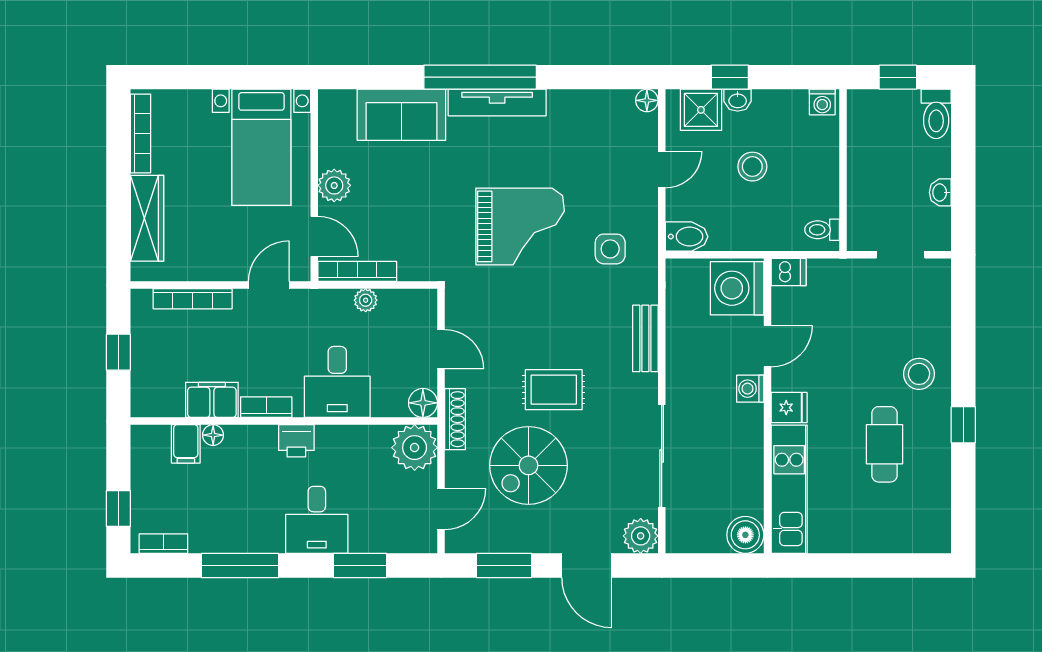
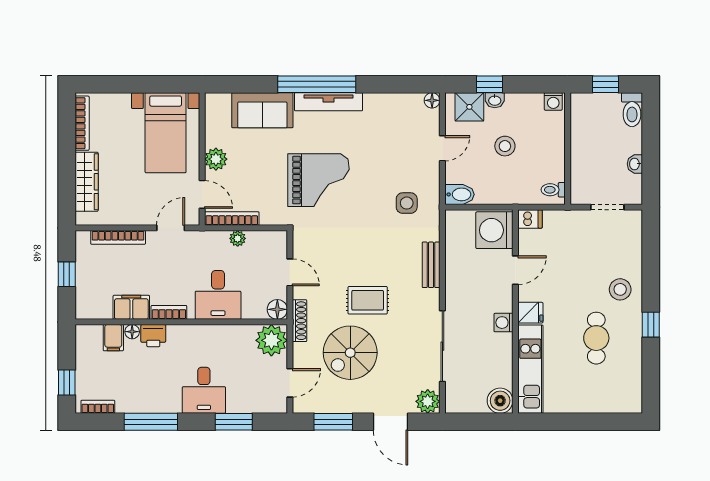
grand piano: (520, 226) -> (319, 180), moved
washing machine: (750, 389) -> (503, 323), moved
printer: (296, 441) -> (153, 336), moved

